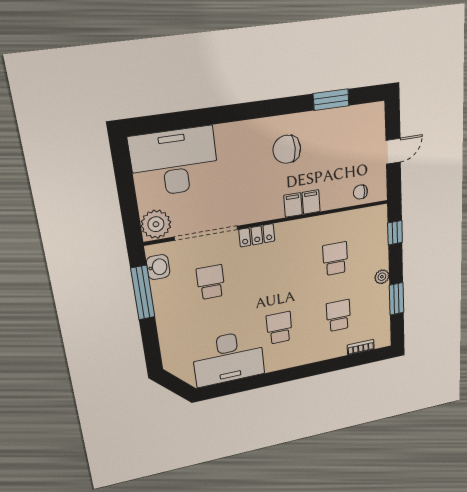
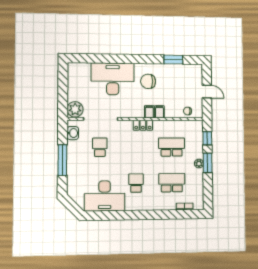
door: (393, 151) -> (207, 92), hinge flipped
desk: (174, 162) -> (113, 79), moved
locker: (257, 235) -> (143, 125), moved
school desk: (335, 259) -> (172, 147), width x1.85
window: (143, 293) -> (62, 160), moved
window: (397, 299) -> (208, 163), moved
school desk: (339, 316) -> (172, 183), width x1.85

